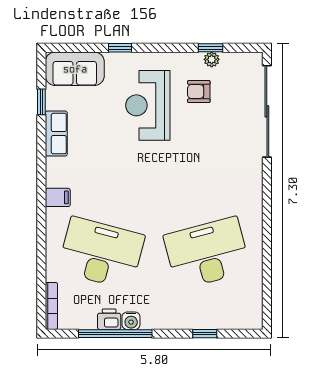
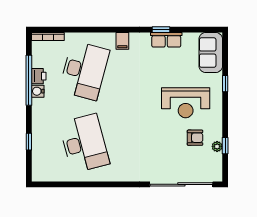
armchair: (199, 92) -> (195, 138), turned 90
window: (41, 102) -> (161, 30), moved
reception desk: (148, 105) -> (186, 103), turned 180

